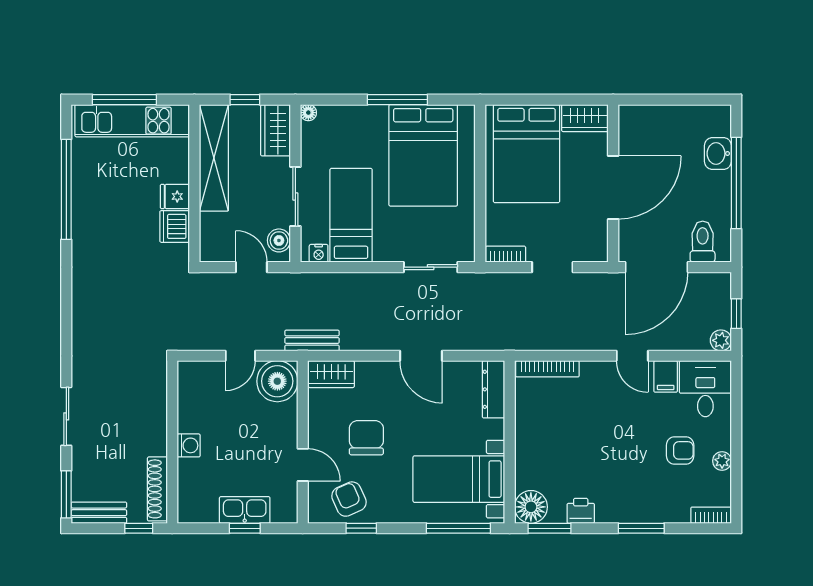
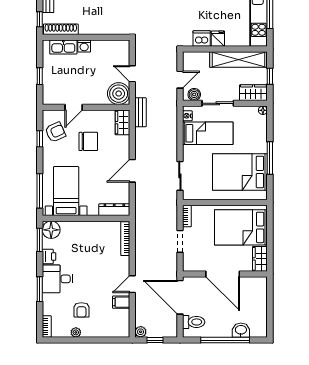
desk: (705, 389) -> (57, 279), moved, turned 180
kitchen sink: (245, 510) -> (63, 47), moved, turned 90

